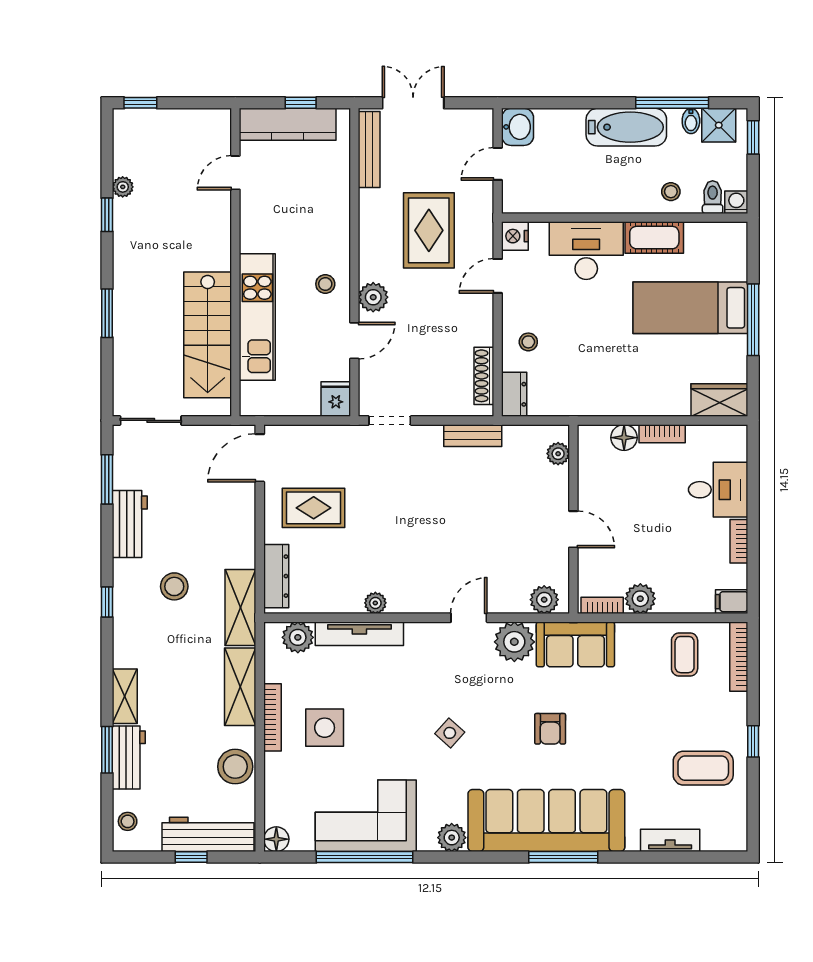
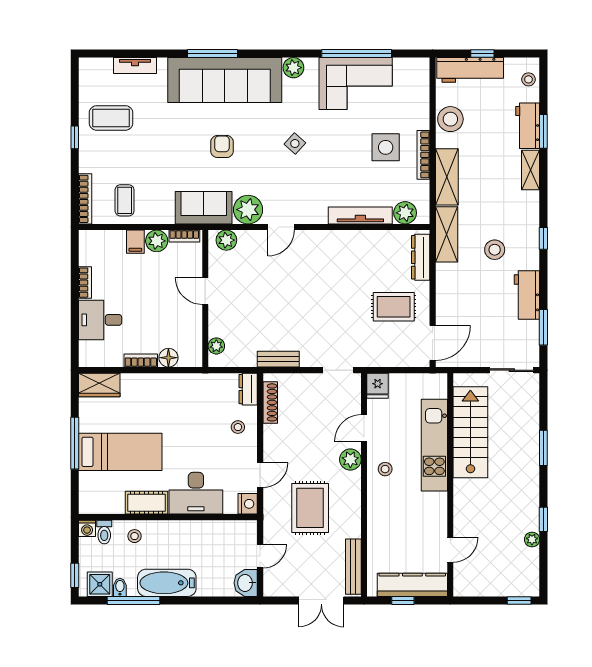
filing cabinet: (732, 602) -> (135, 242), moved, turned 90
plant: (375, 603) -> (349, 238), removed
floor lamp: (276, 839) -> (421, 66), removed

